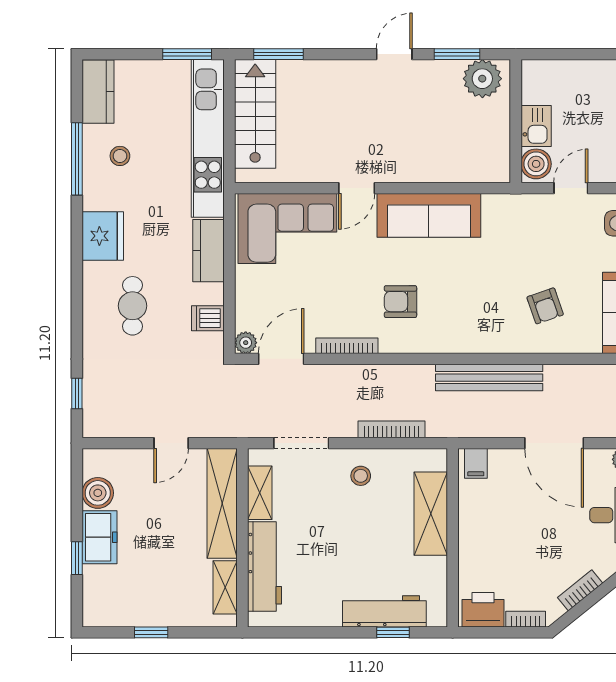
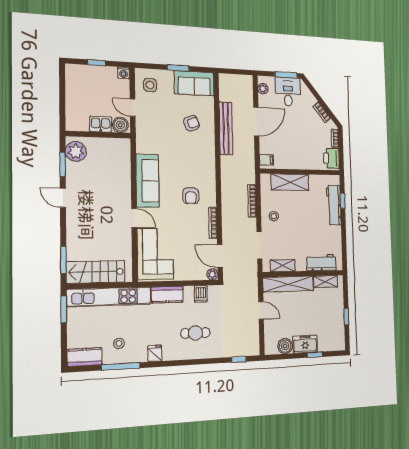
fridge: (103, 236) -> (155, 353), width x0.53, depth x0.75
bench: (489, 378) -> (226, 128), moved
workbench: (265, 567) -> (321, 263), width x0.73

